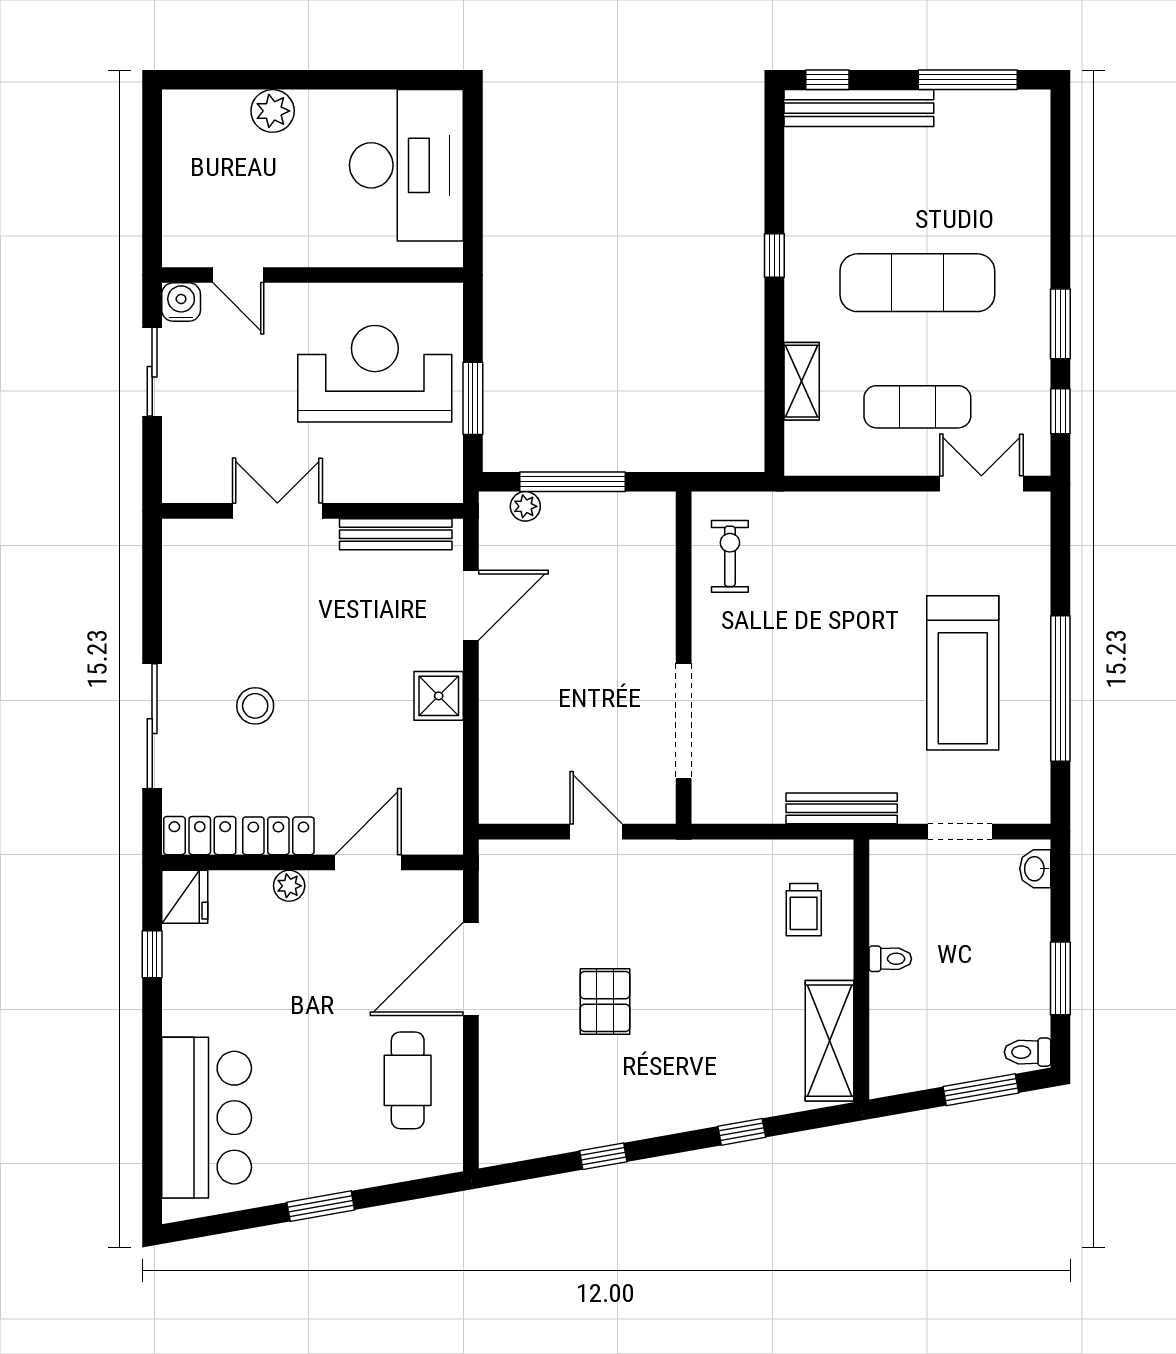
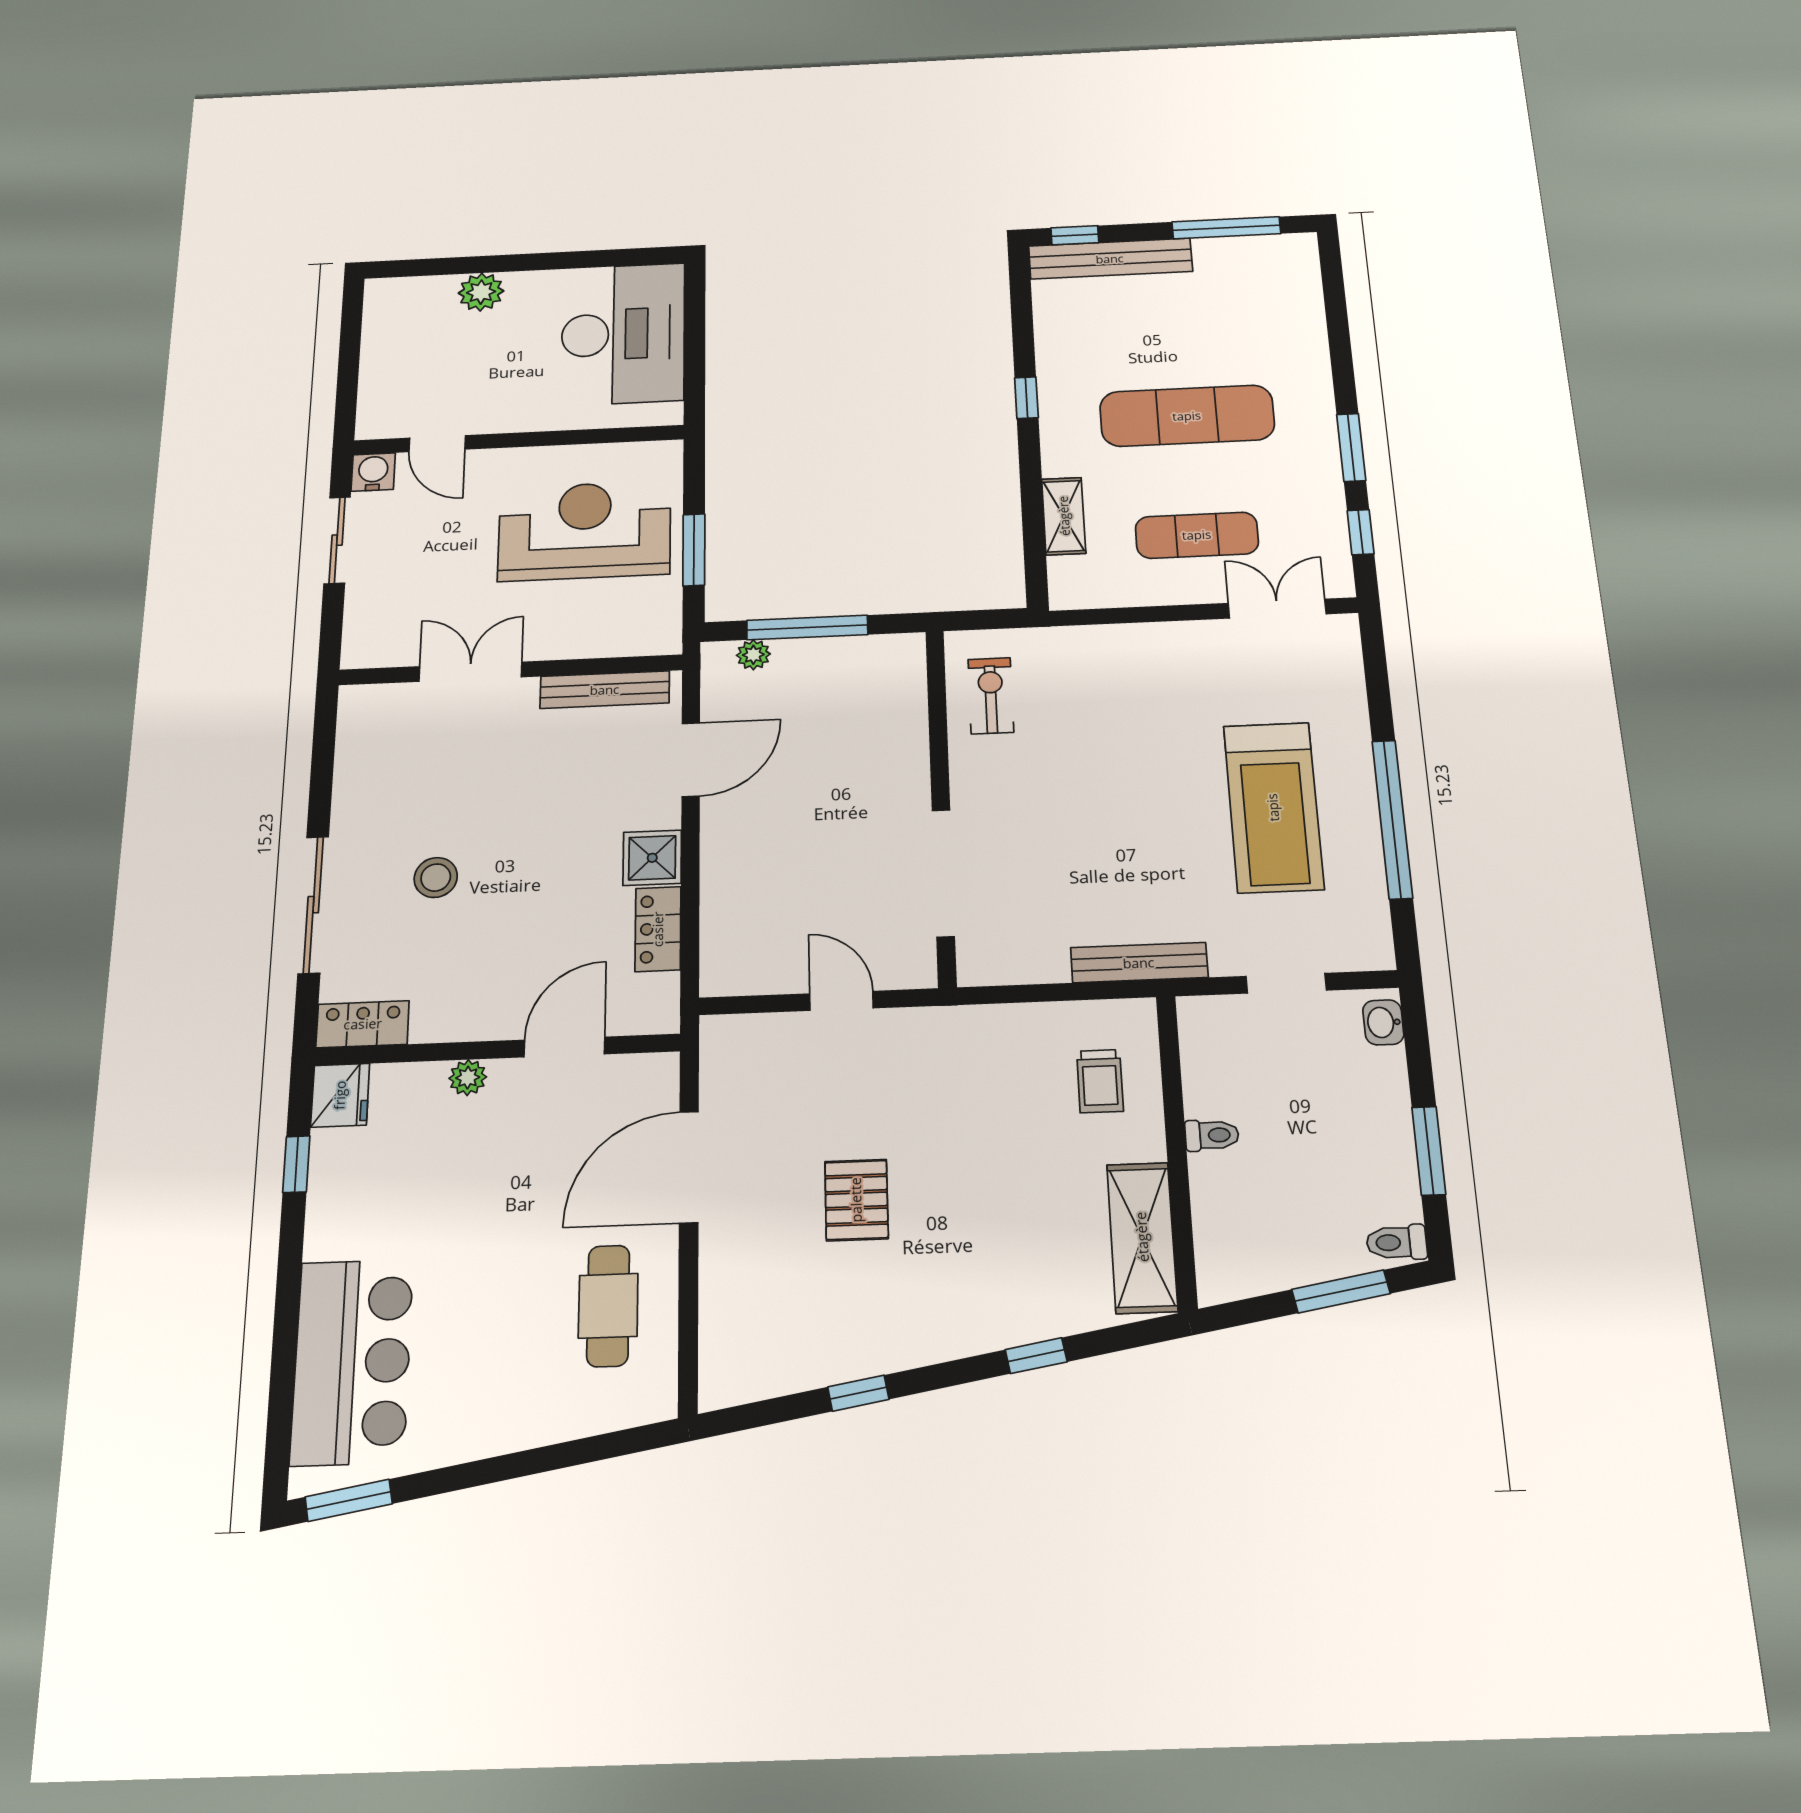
locker: (278, 836) -> (658, 929), moved, turned -90
window: (321, 1206) -> (349, 1500), moved

